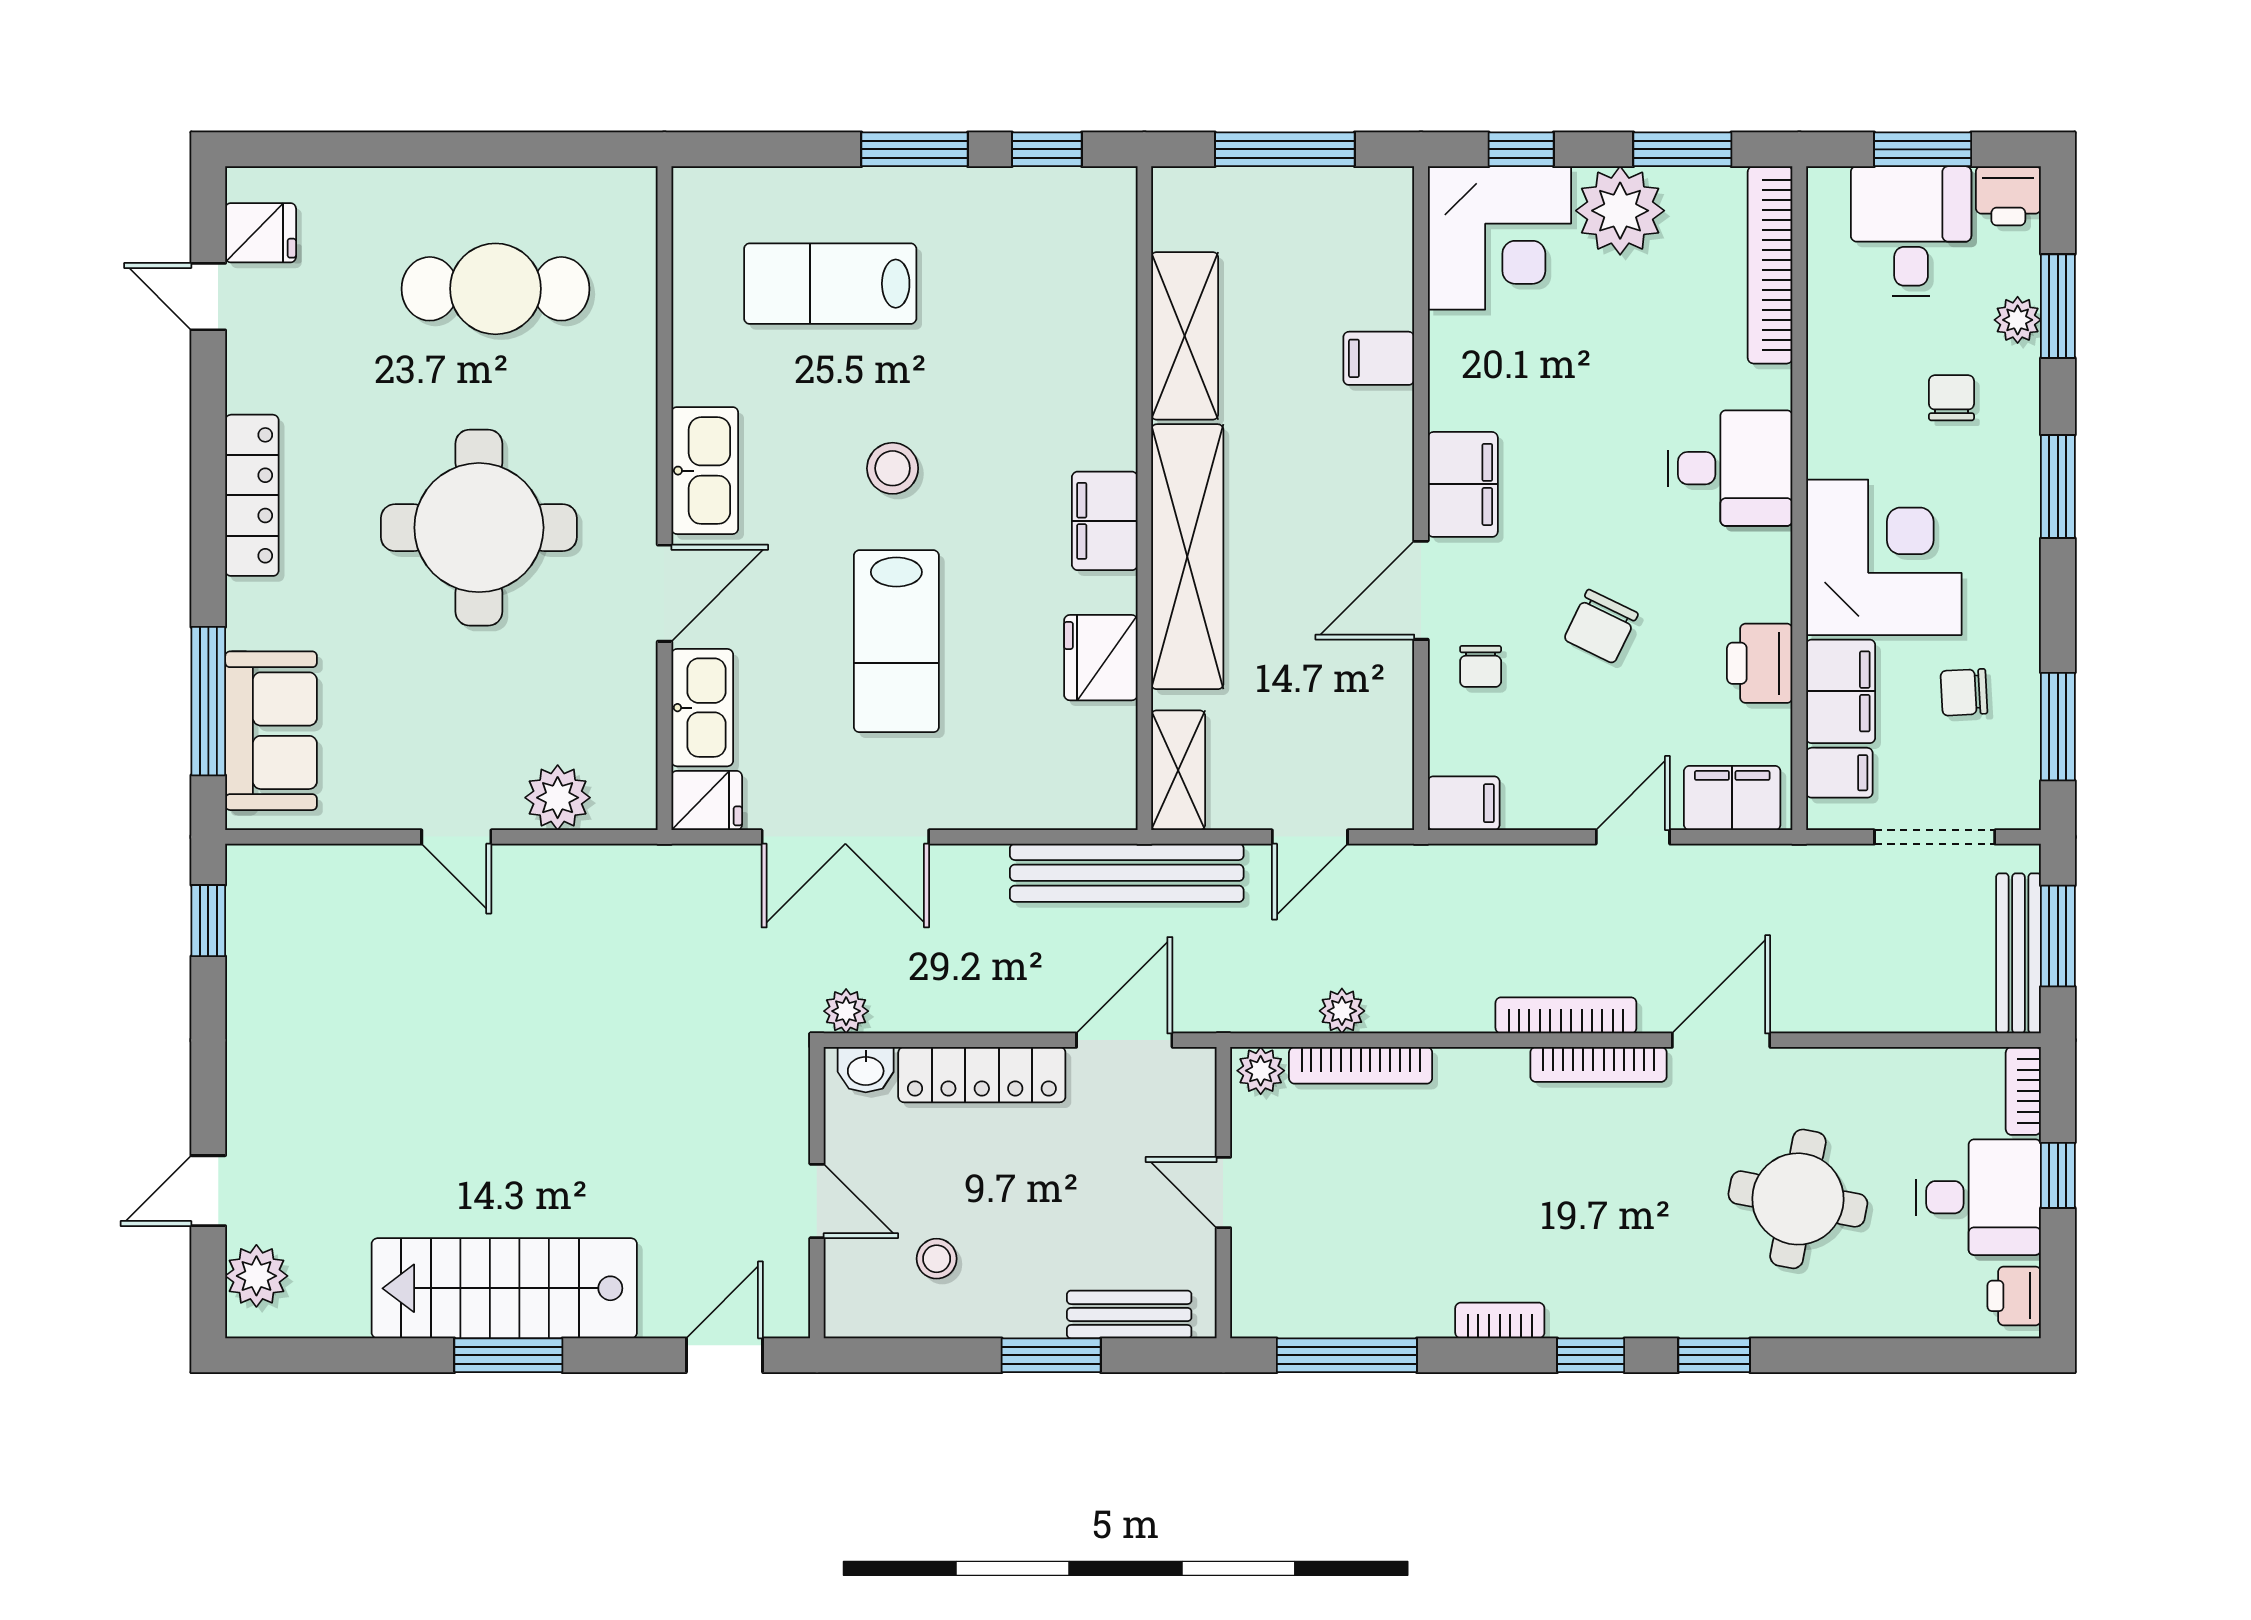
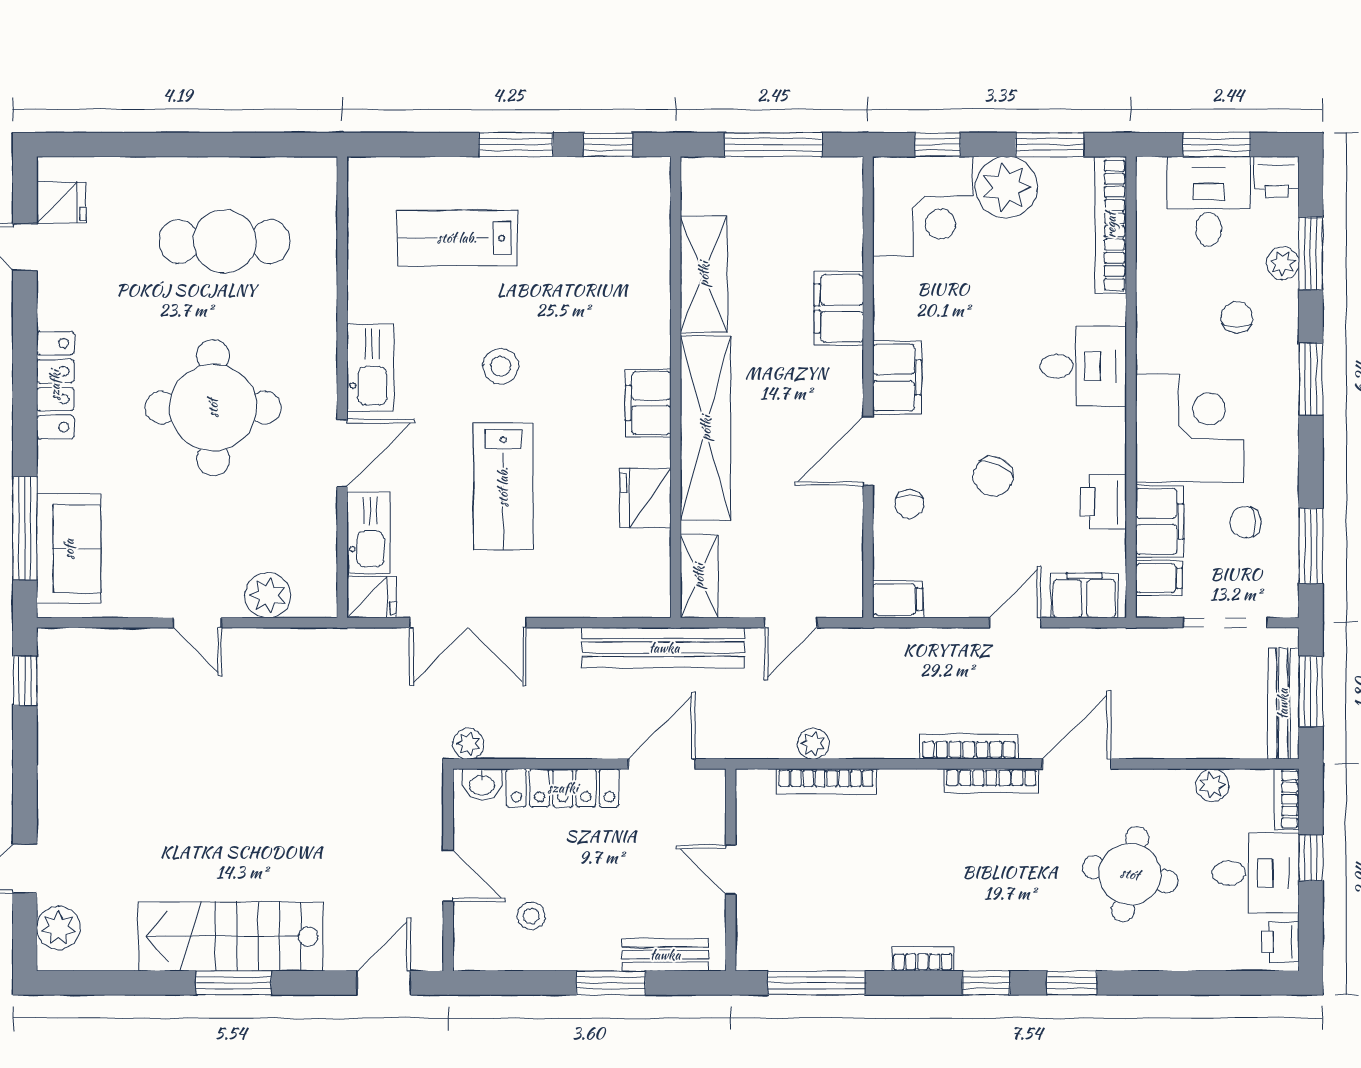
filing cabinet: (1379, 358) -> (839, 308), width x2.00
plant: (1261, 1071) -> (1212, 785), moved

